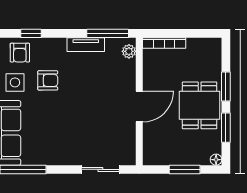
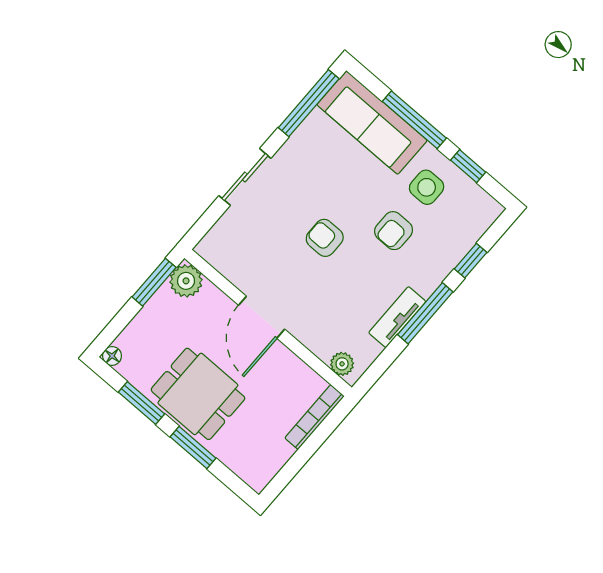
window: (108, 33) -> (425, 313), moved
armchair: (20, 53) -> (325, 238), moved
plant: (153, 155) -> (186, 281), added
sliding door: (100, 169) -> (245, 177), moved
window: (185, 169) -> (154, 282), moved

